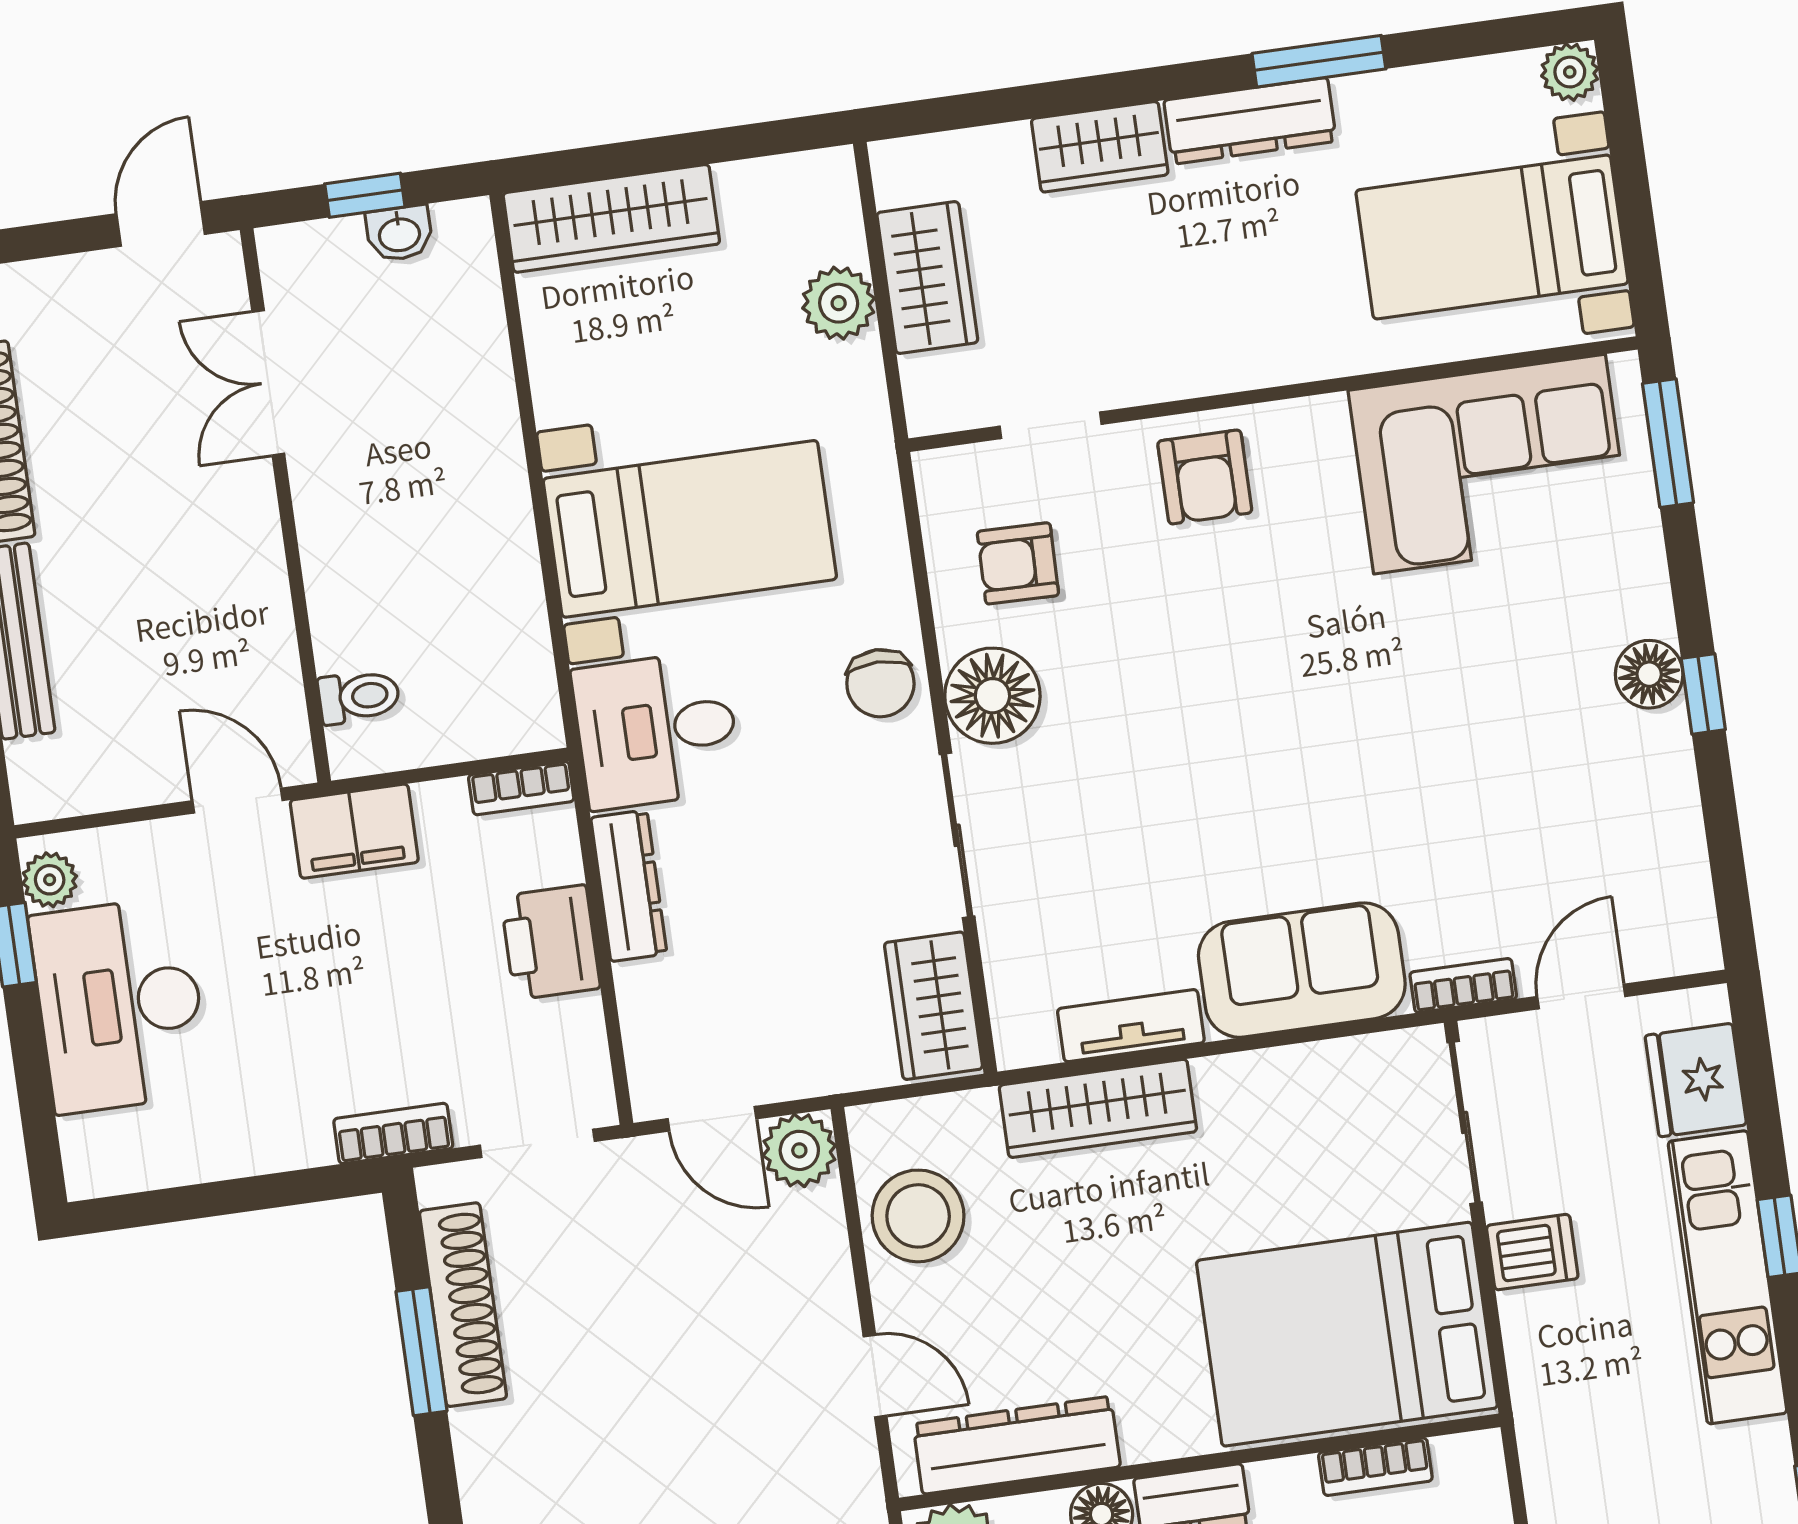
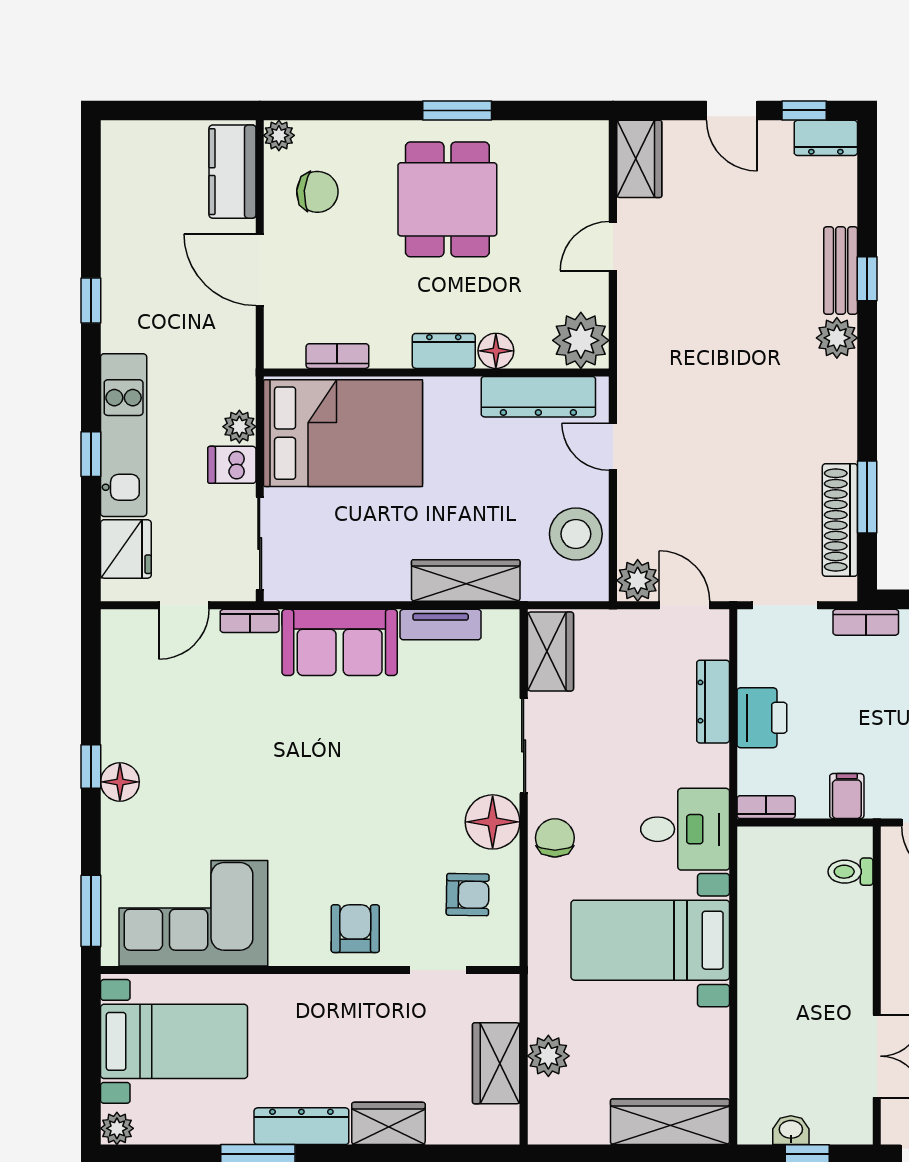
filing cabinet: (354, 831) -> (847, 796), width x0.50
dresser: (629, 886) -> (713, 702), moved
plant: (1528, 1320) -> (239, 427), added

